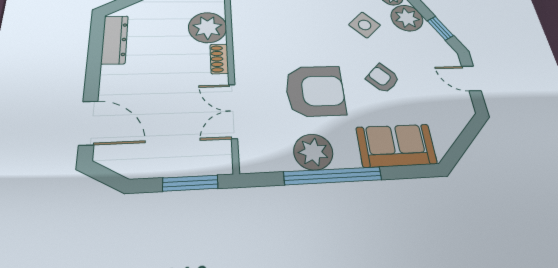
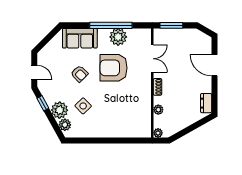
plant: (208, 28) -> (158, 110), width x0.53, depth x0.53
dresser: (115, 40) -> (206, 103), width x0.70
door: (88, 123) -> (214, 65), moved

